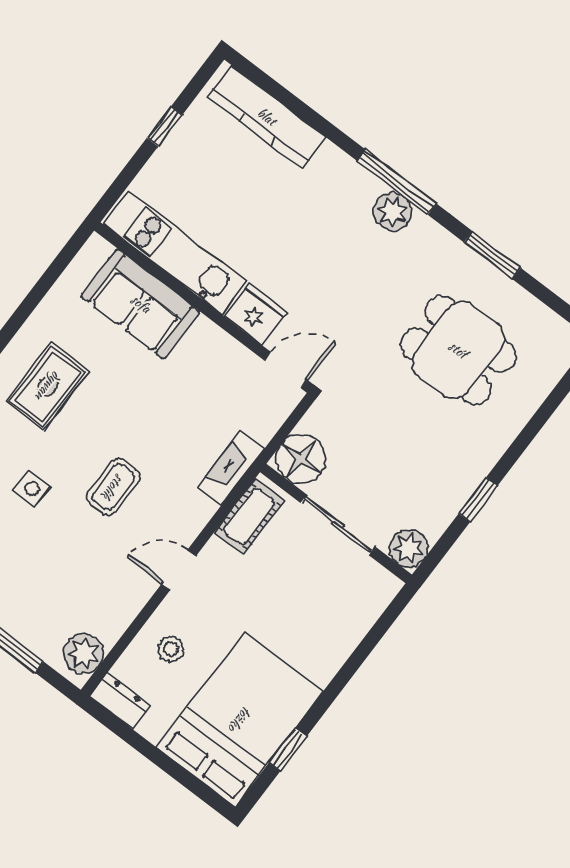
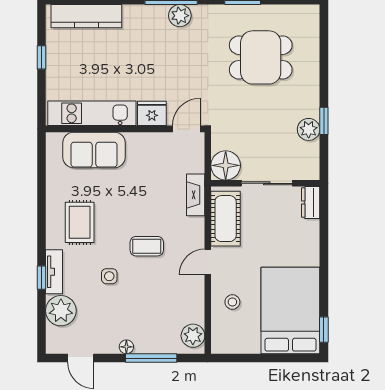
coffee table: (113, 487) -> (147, 246), turned 90
cot: (249, 516) -> (226, 219), width x1.37, depth x1.34
plant: (409, 548) -> (309, 129), moved
dresser: (120, 701) -> (311, 203), moved, turned -90
window: (288, 749) -> (324, 330), moved

